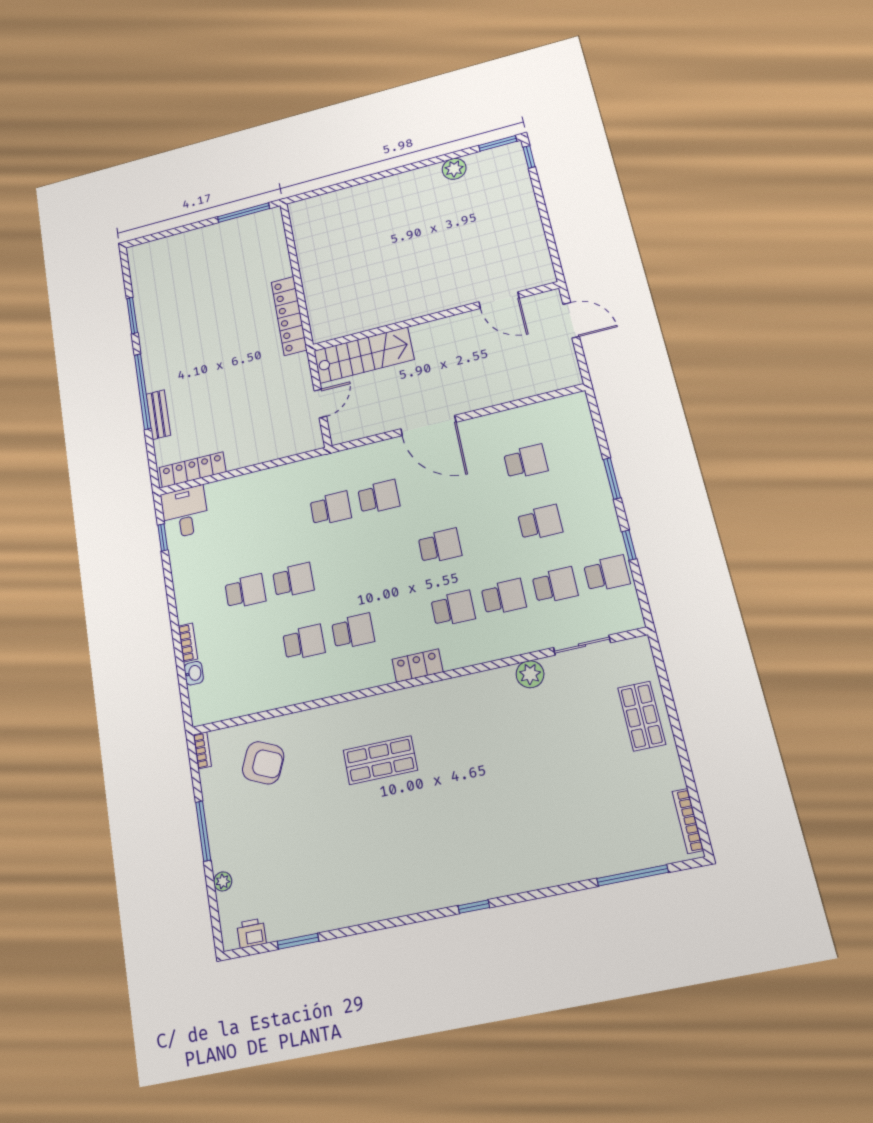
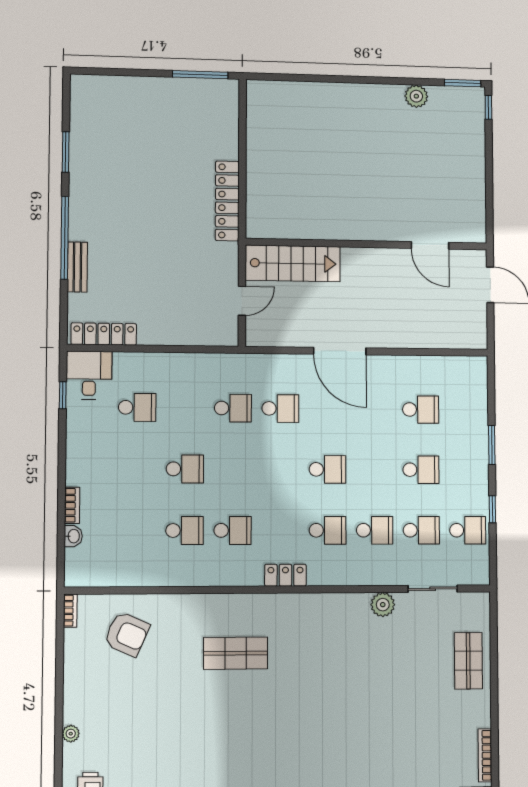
school desk: (245, 591) -> (137, 407), moved
window: (203, 831) -> (59, 685), removed

